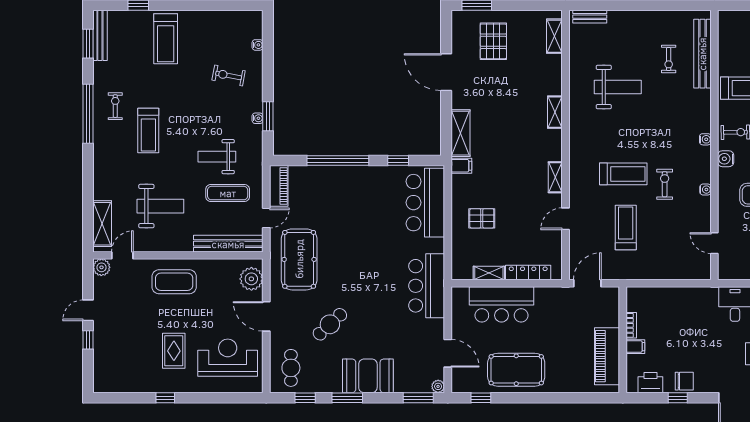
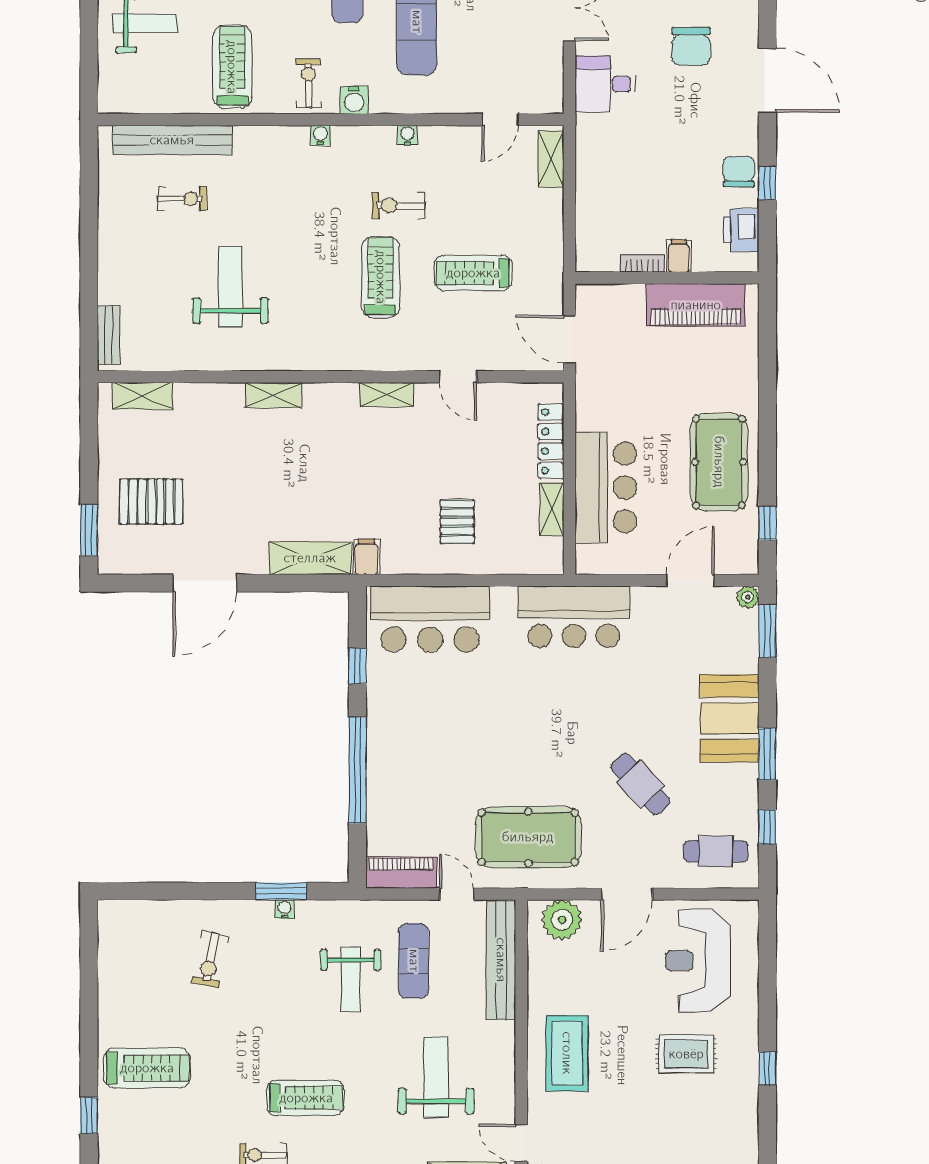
water cooler: (258, 45) -> (158, 909), removed
shelving: (692, 273) -> (551, 159), added

